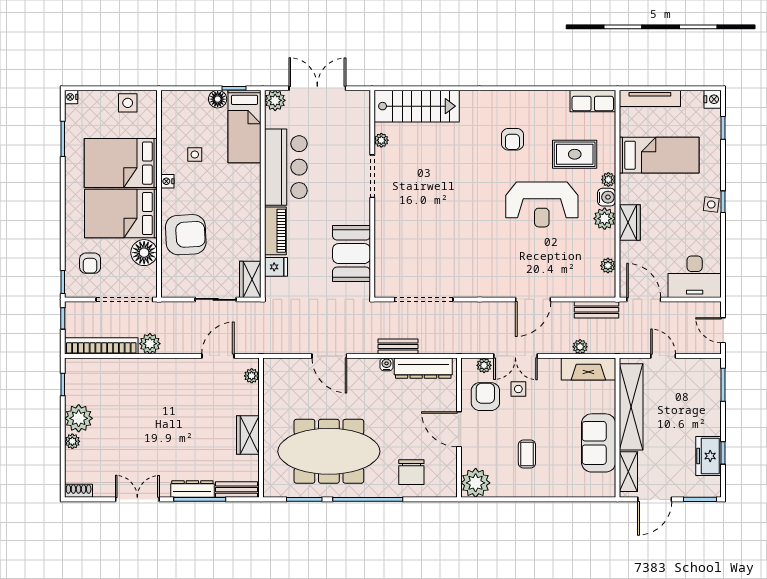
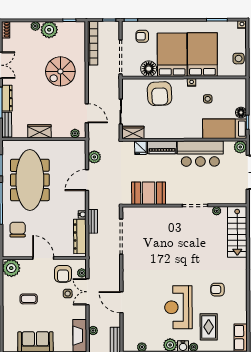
plant: (150, 344) -> (94, 157), moved
armchair: (485, 397) -> (63, 274), turned 90
spiral stairs: (148, 400) -> (60, 71), added
door: (459, 429) -> (43, 258), hinge flipped
chair: (411, 472) -> (18, 230), turned 90

